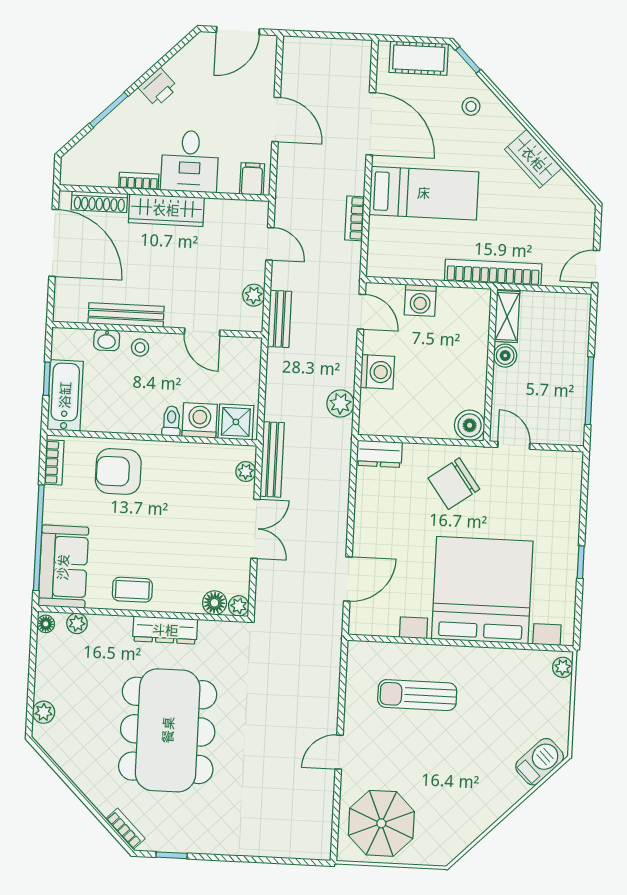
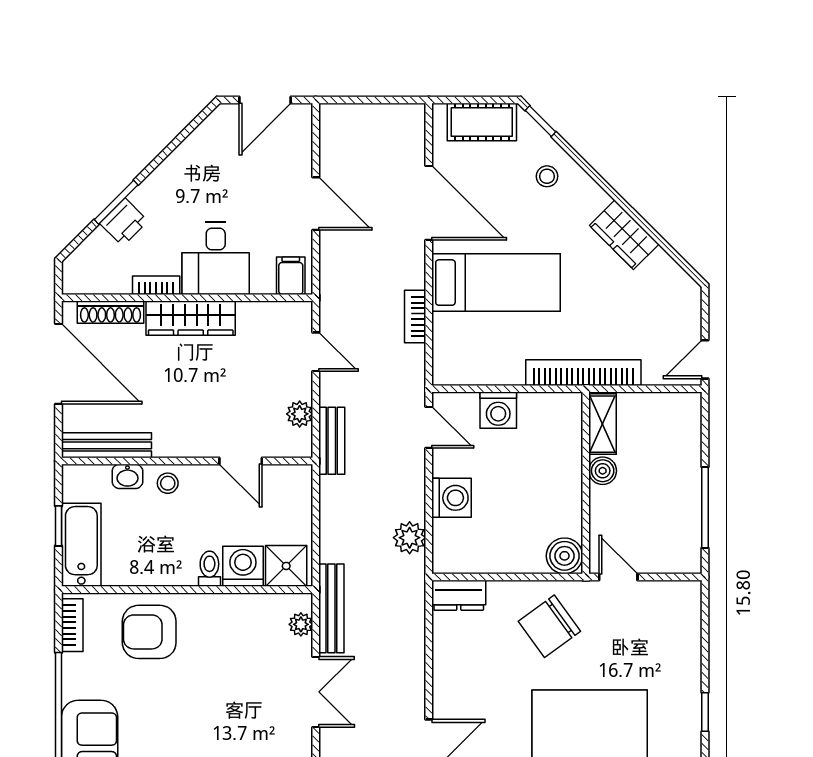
printer: (158, 87) -> (124, 222), moved
bench: (126, 315) -> (107, 445), moved

